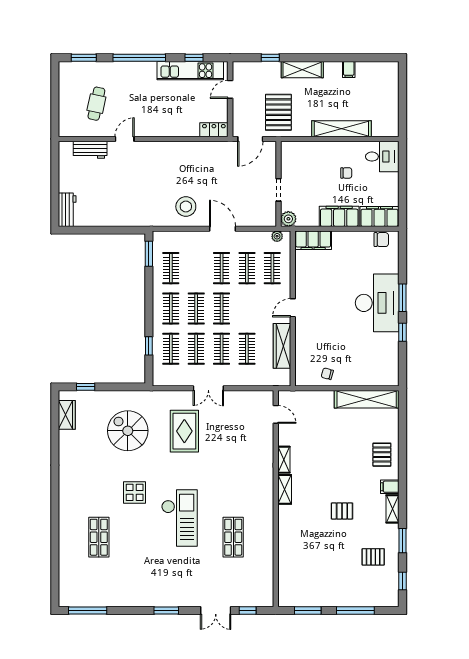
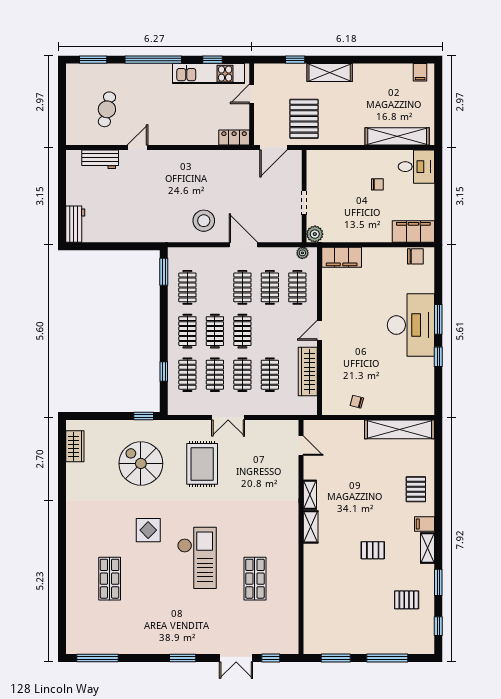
filing cabinet: (349, 69) -> (420, 72), moved
shelving: (341, 129) -> (397, 136), moved
filing cabinet: (339, 216) -> (370, 231), removed
window: (86, 387) -> (144, 416), moved

